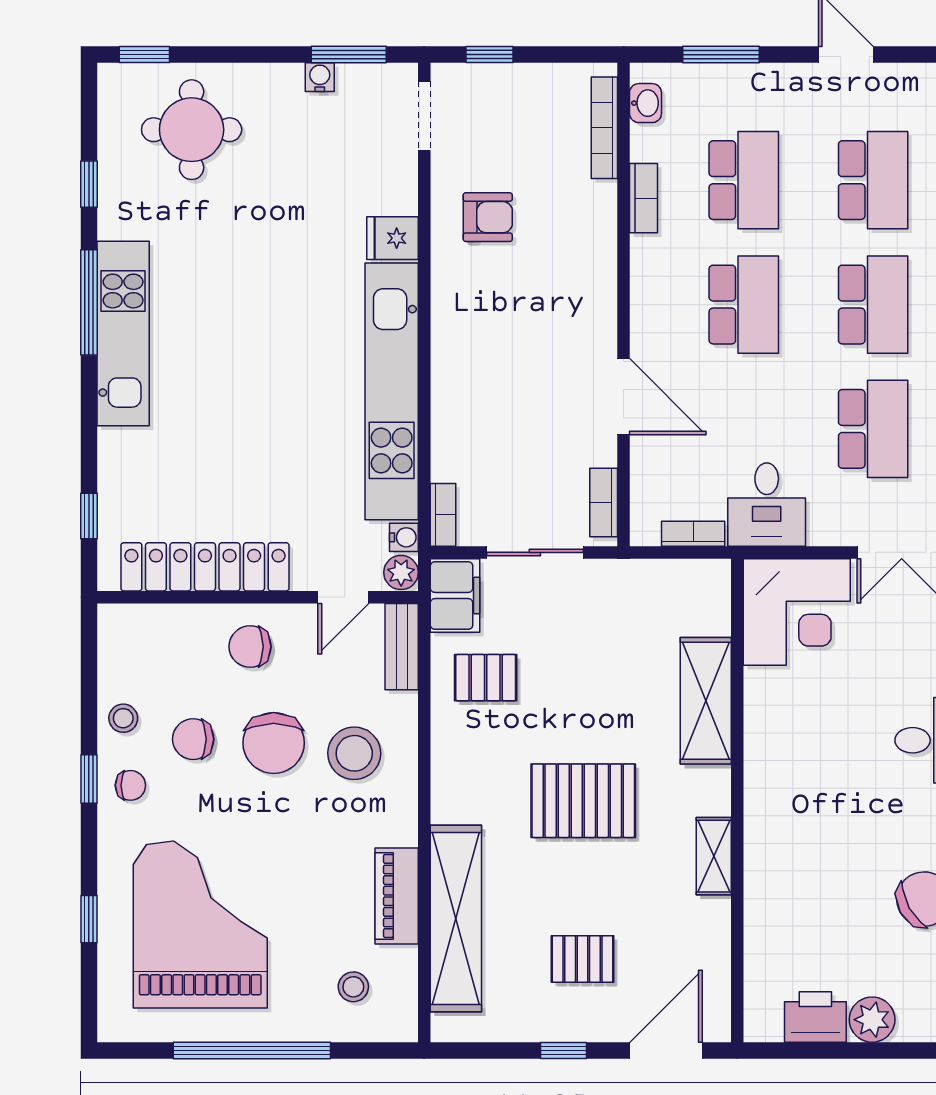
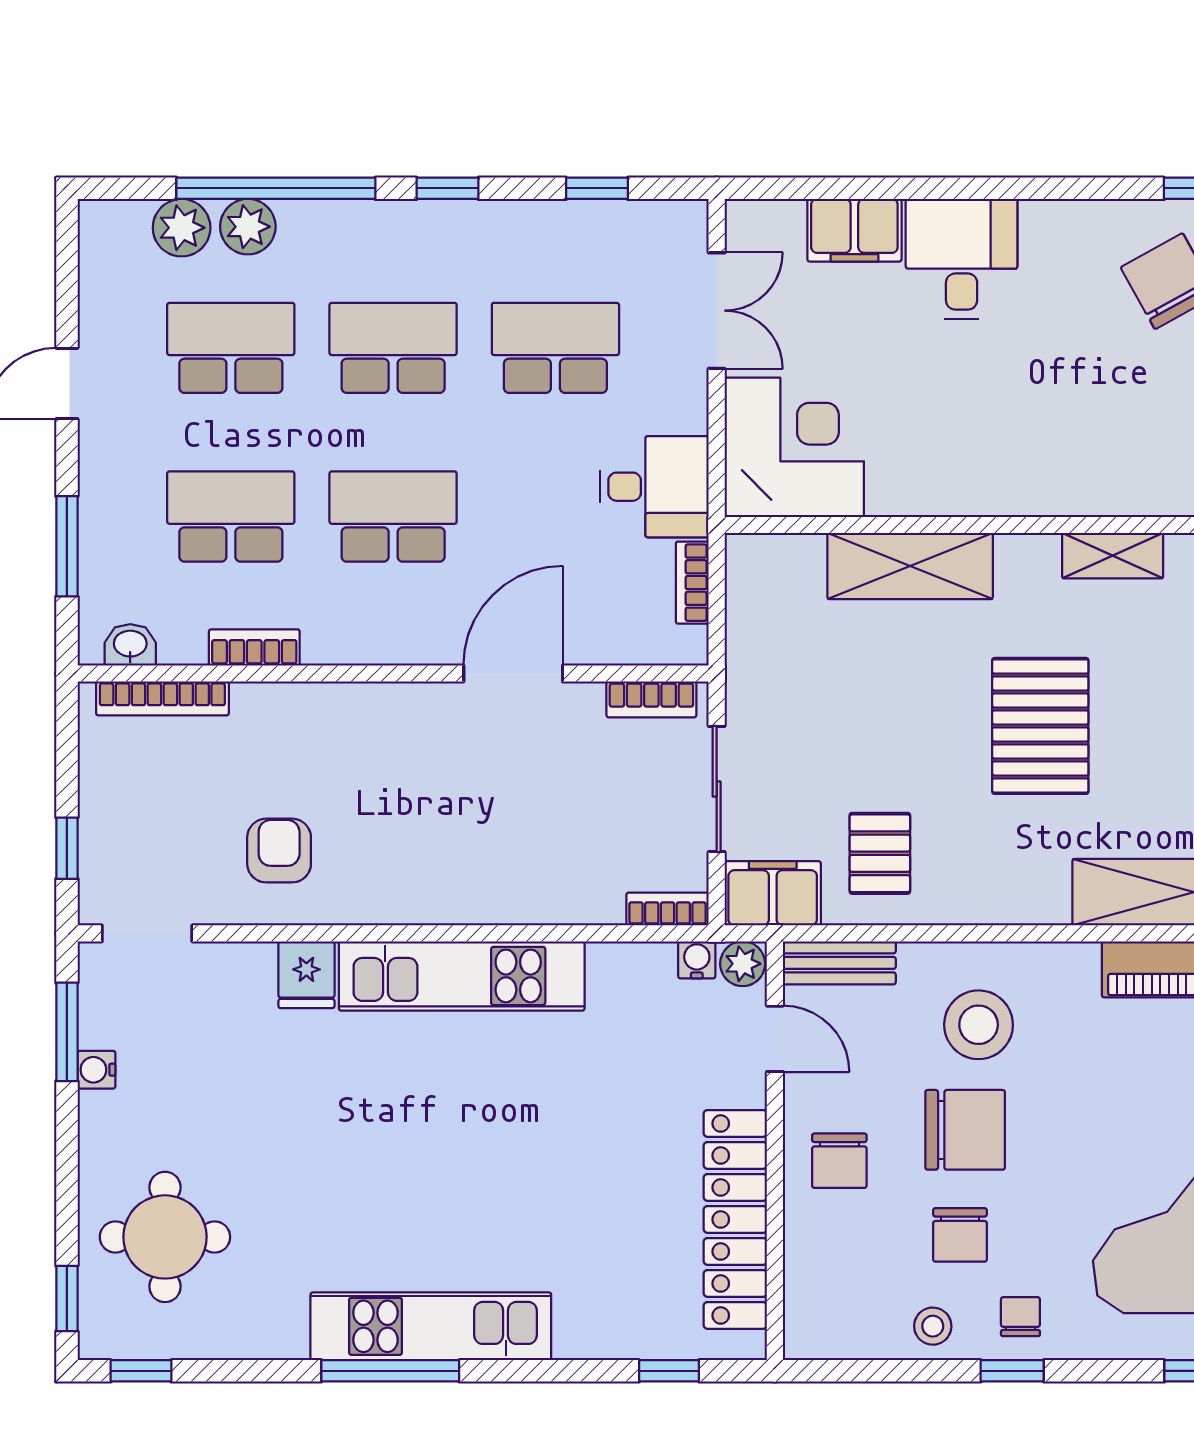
window: (89, 184) -> (141, 1371), moved
kitchen unit: (392, 391) -> (462, 976), width x0.73

